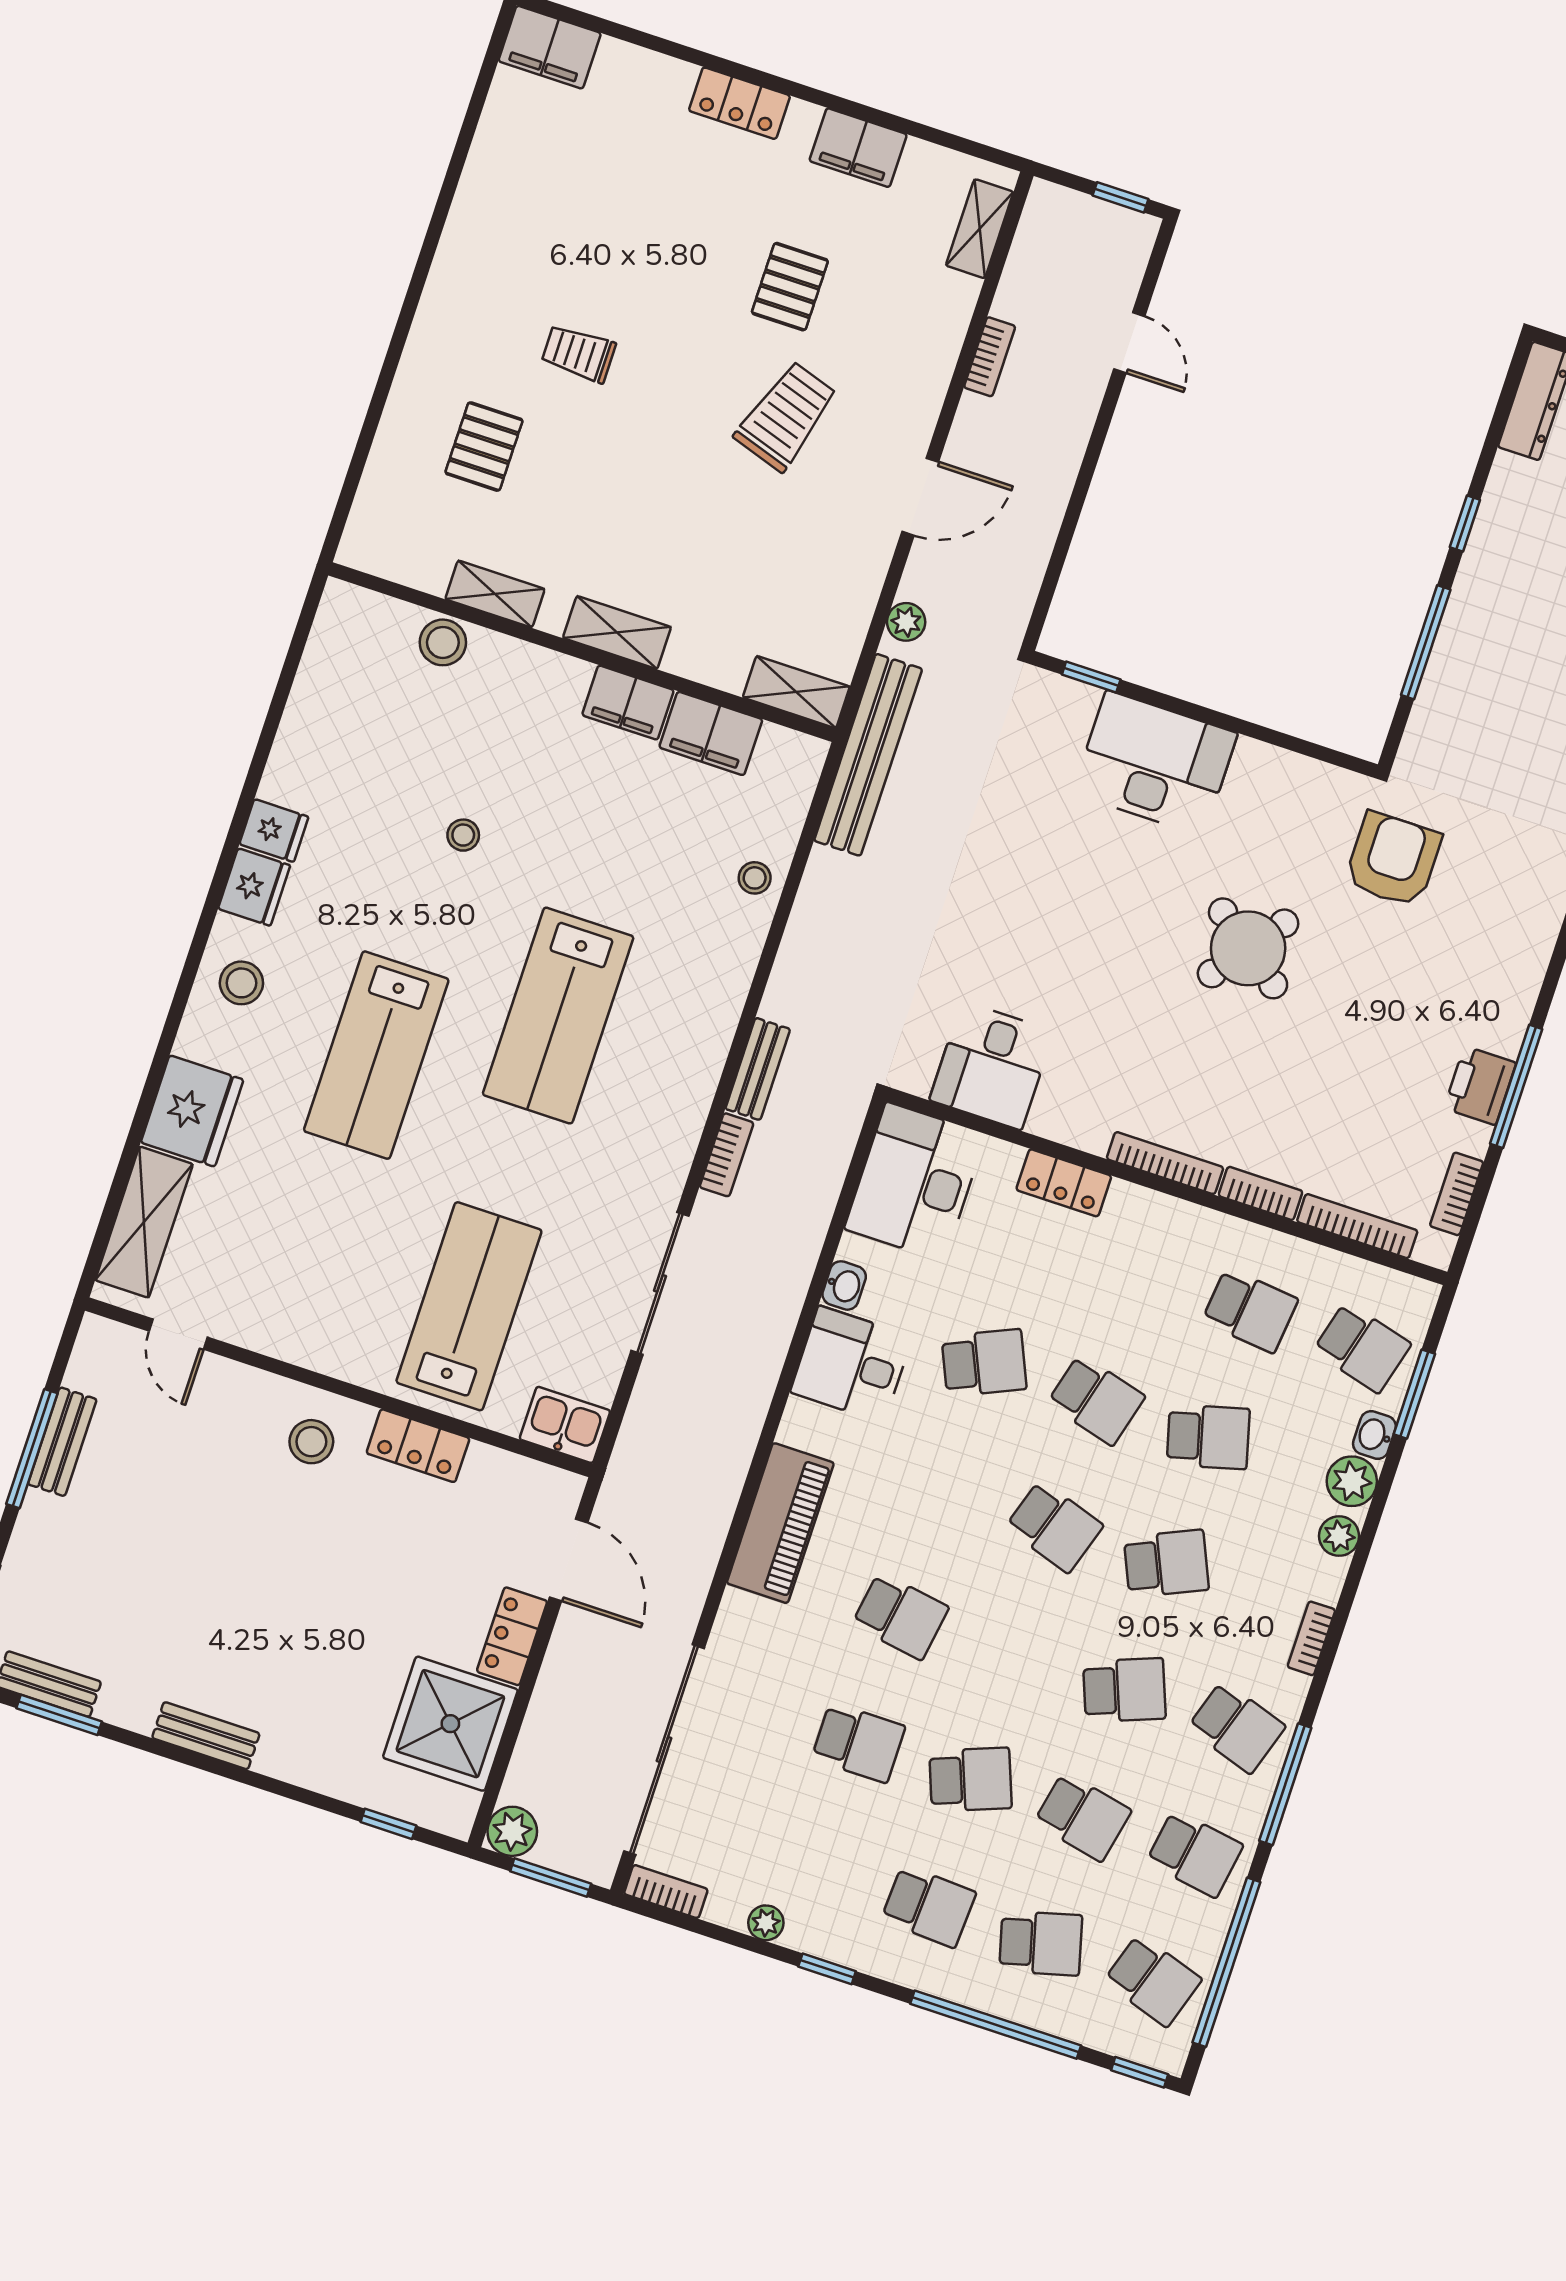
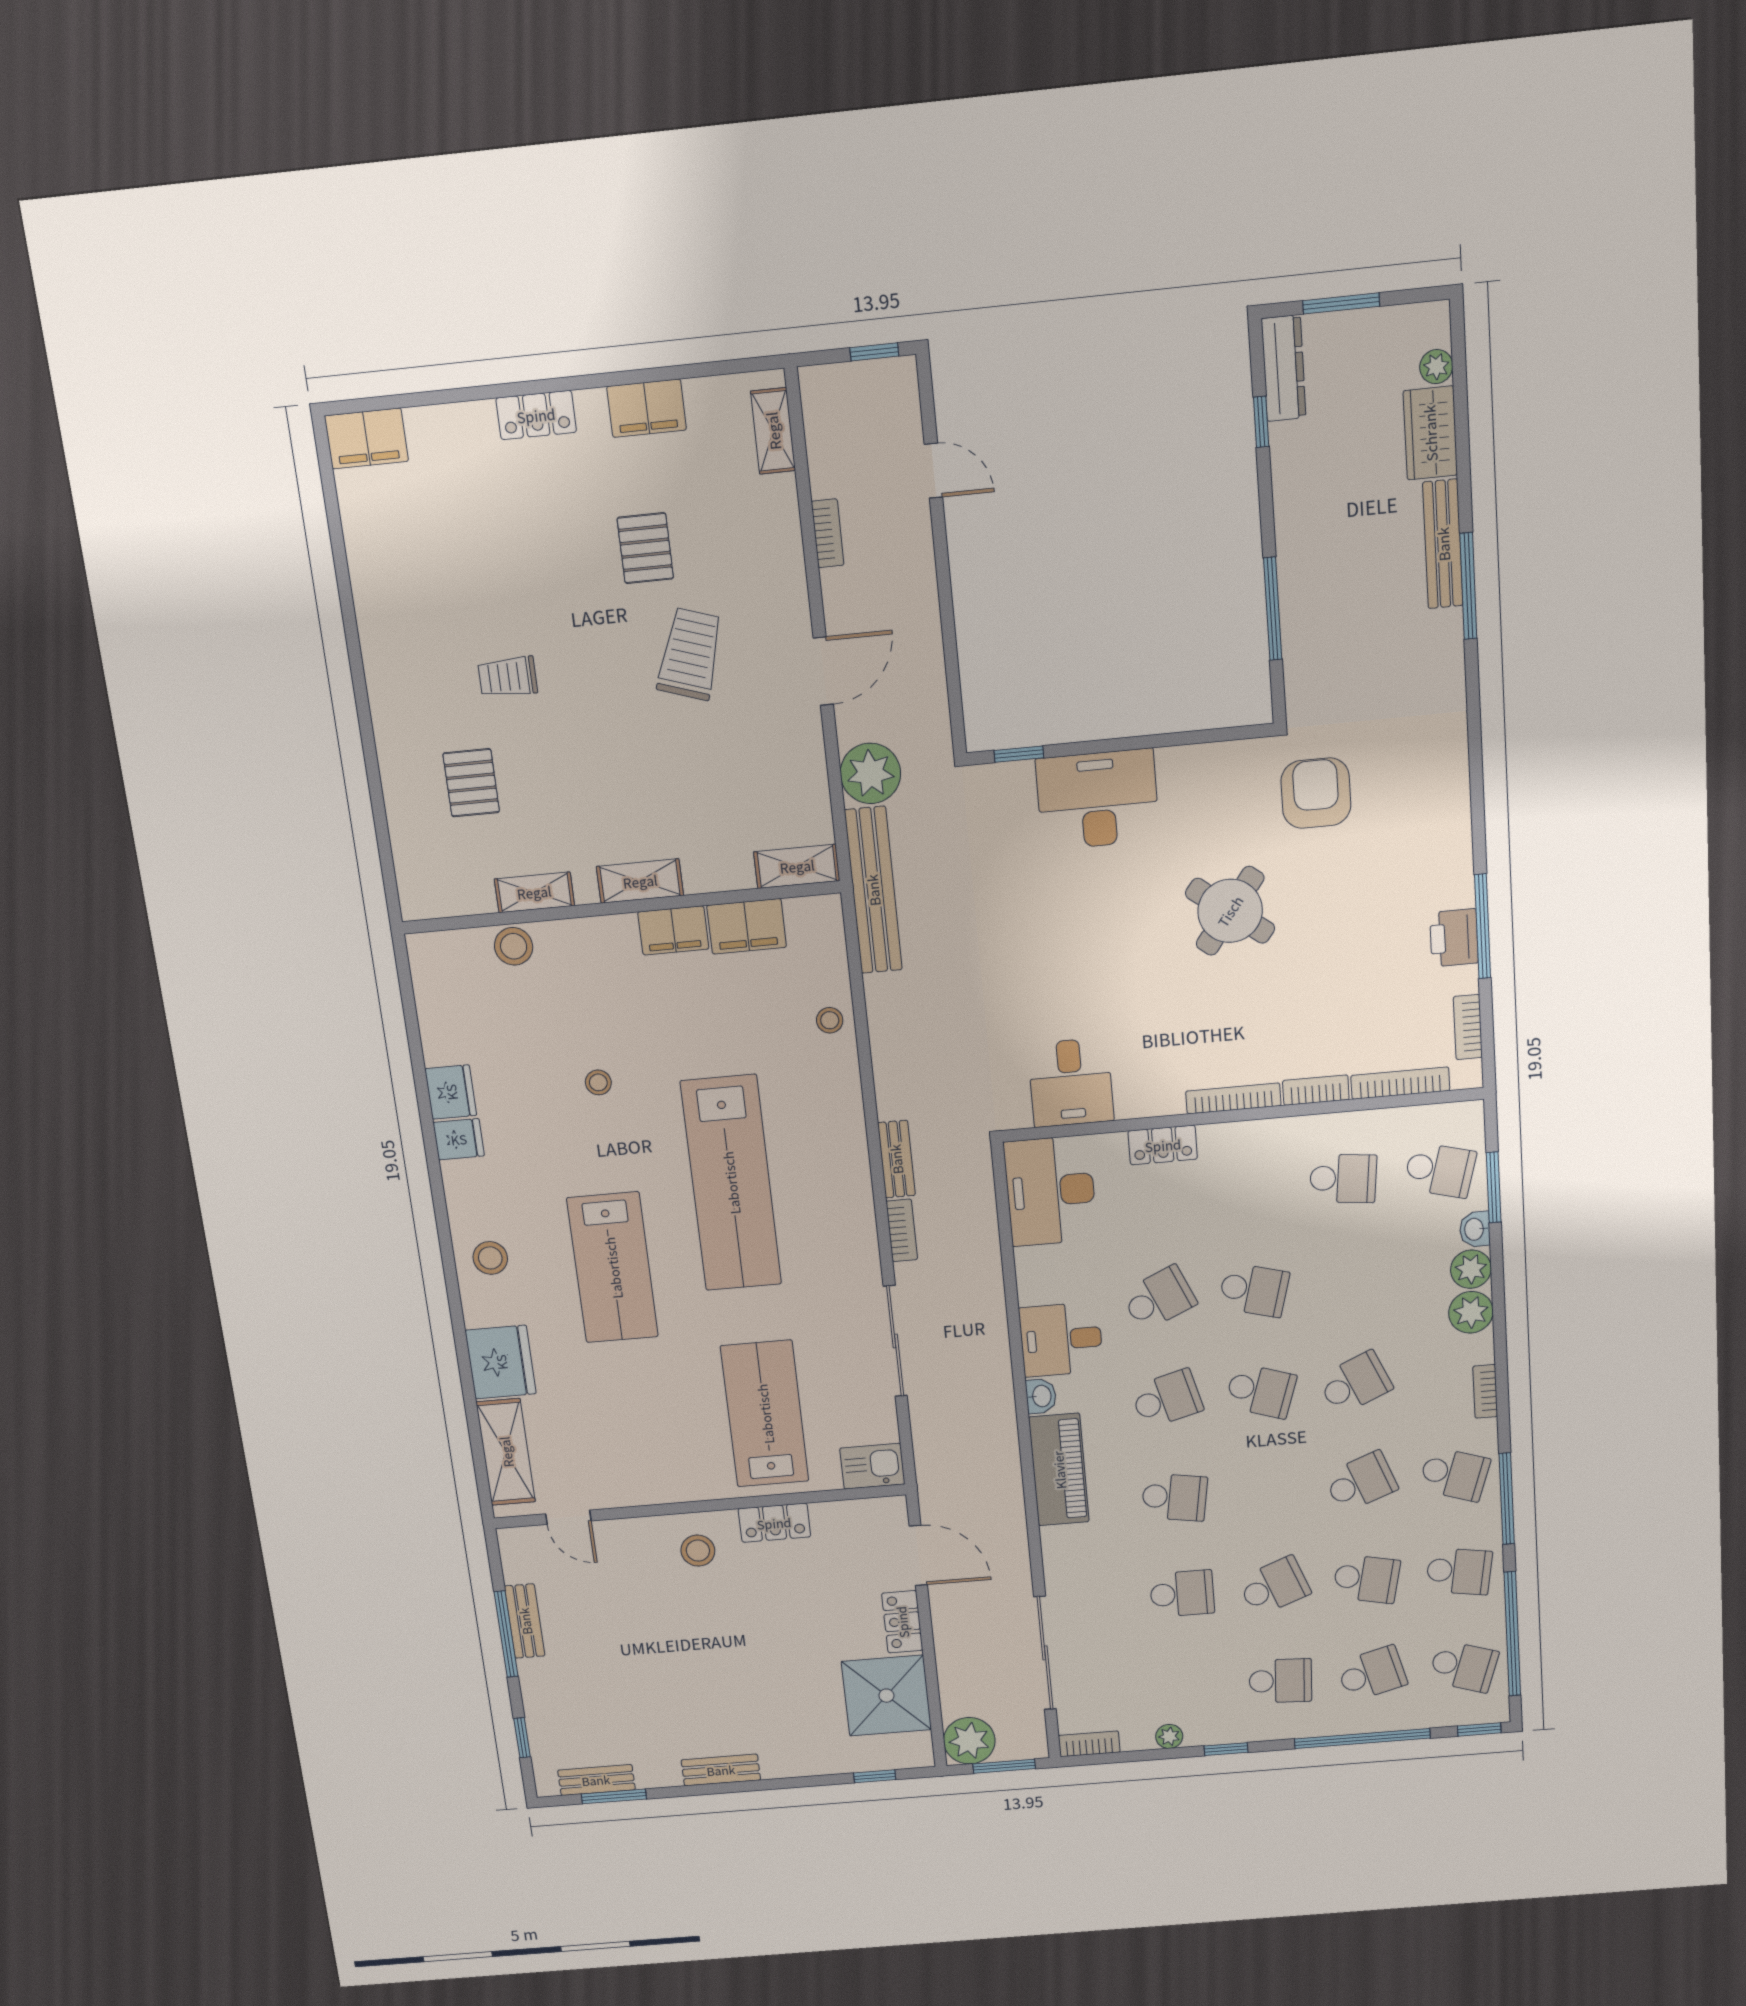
window: (1465, 524) -> (1261, 422), moved
plant: (906, 622) -> (870, 773), width x1.87, depth x1.87
fridge: (254, 887) -> (451, 1092), moved
lab bench: (558, 1016) -> (731, 1183), width x1.36
washbasin: (844, 1285) -> (1041, 1396), moved
school desk: (1208, 1437) -> (1167, 1399), moved
plant: (1339, 1536) -> (1471, 1312), width x1.38, depth x1.38
sliding door: (664, 1750) -> (1045, 1653), width x0.73
plant: (512, 1831) -> (969, 1741), width x1.36, depth x1.36

